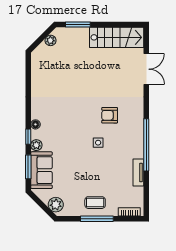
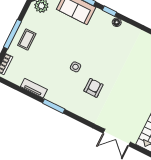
plant: (36, 145) -> (99, 14), removed
window: (146, 145) -> (54, 106), width x0.47

